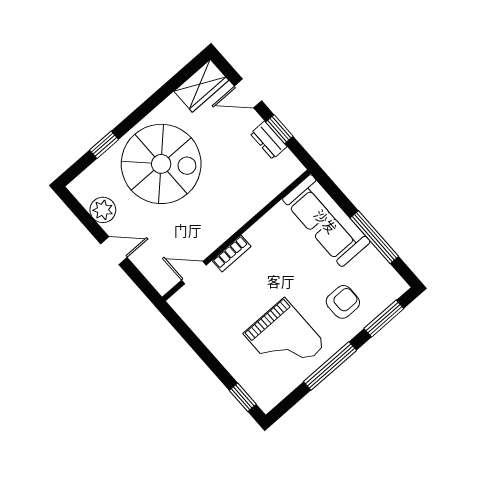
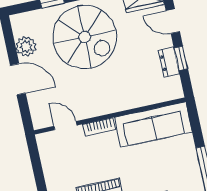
sofa: (326, 221) -> (153, 125), moved, turned -90
door: (114, 251) -> (18, 79), width x1.38

